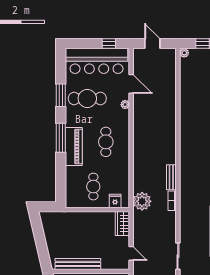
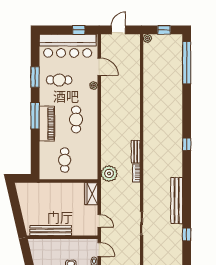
door: (152, 44) -> (118, 30), hinge flipped
cafe table: (87, 98) -> (59, 80), width x0.73, depth x0.74
fridge: (115, 201) -> (84, 173), removed

